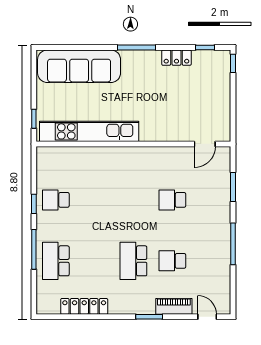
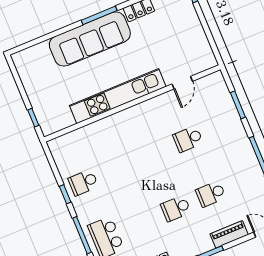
sofa: (79, 66) -> (90, 39), moved
kitchen unit: (89, 131) -> (118, 96), moved
door: (205, 144) -> (182, 83), moved
school desk: (133, 261) -> (176, 208), width x0.54

